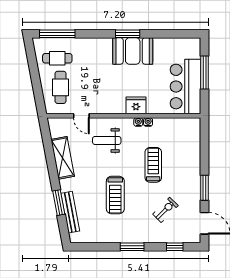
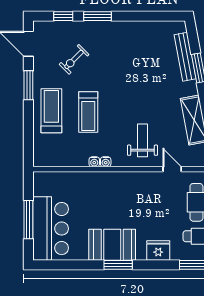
bar counter: (185, 87) -> (51, 229), moved
fridge: (136, 105) -> (158, 250), moved, turned 180
weight bench: (107, 140) -> (142, 140), turned -90
treadmill: (115, 195) -> (51, 111), moved
window: (132, 247) -> (98, 16), moved

